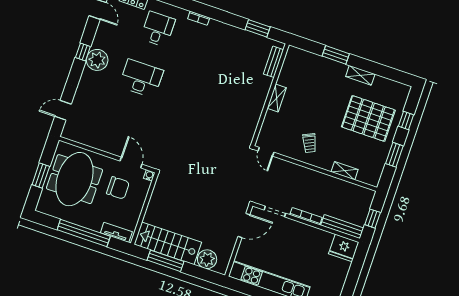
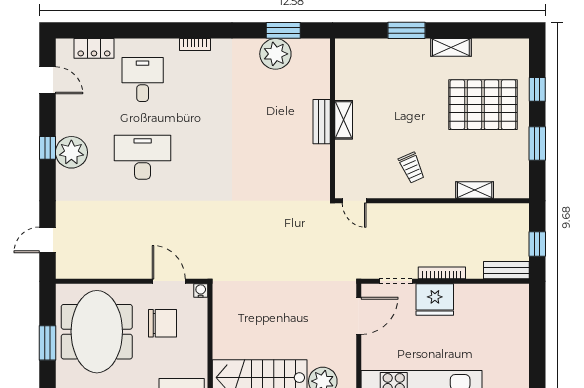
plant: (248, 42) -> (275, 54), added
bench: (273, 62) -> (322, 122), moved
bench: (342, 227) -> (506, 270), width x0.73
fridge: (344, 248) -> (435, 299), moved

